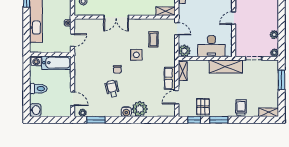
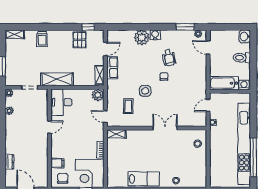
desk: (211, 46) -> (61, 102), moved, turned -90
window: (219, 120) -> (64, 27), removed

